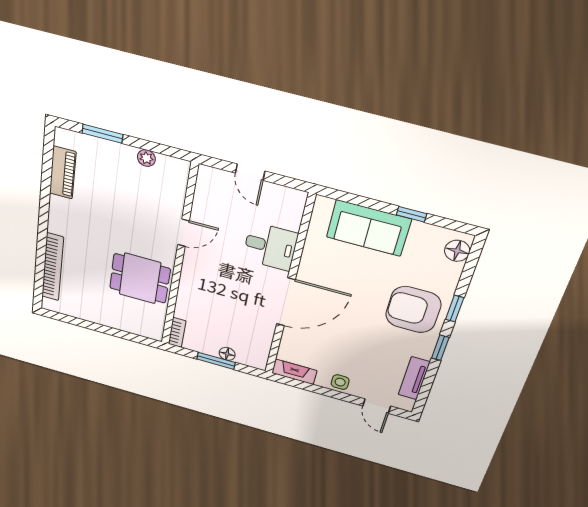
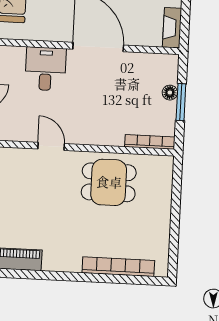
dining table: (140, 278) -> (109, 182), turned 90
bookcase: (177, 332) -> (150, 142), width x1.56

